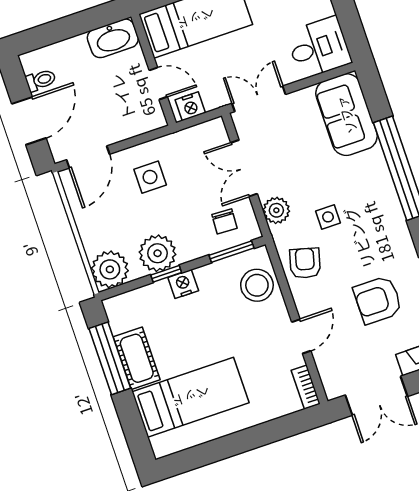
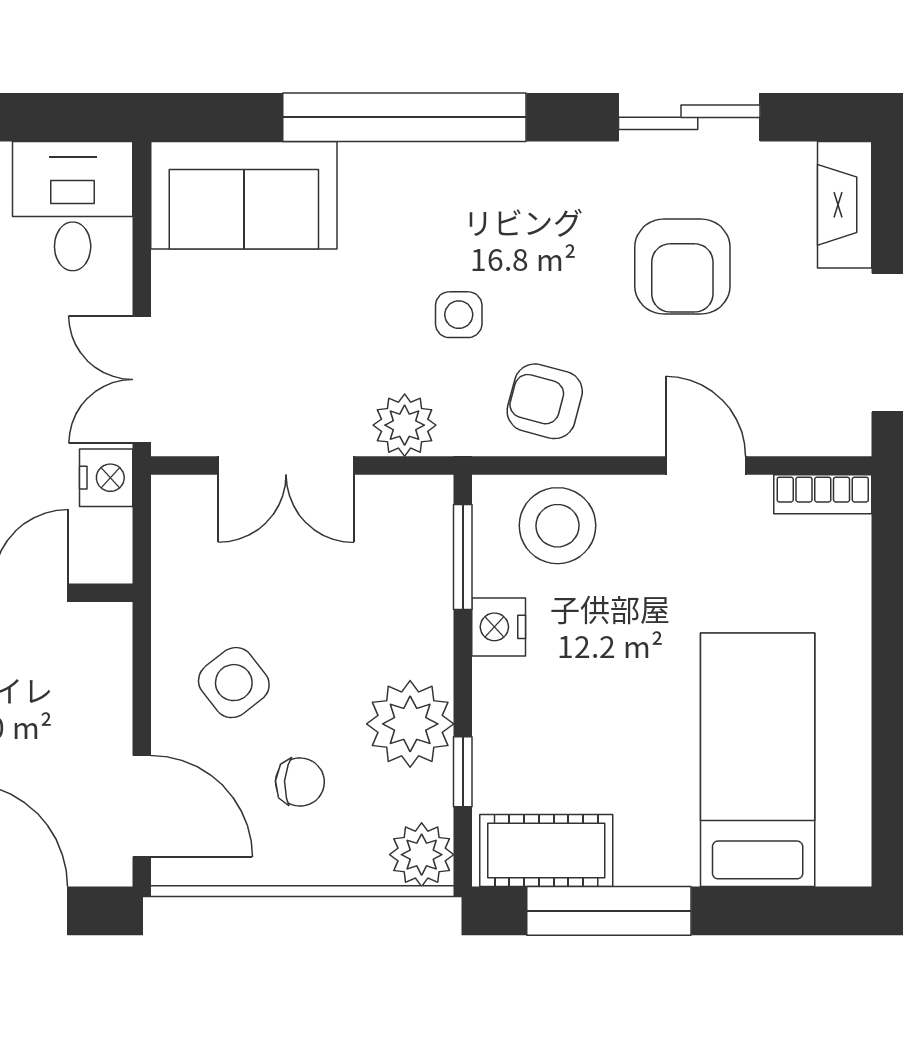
nightstand: (190, 106) -> (106, 478), moved
side table: (150, 177) -> (234, 683), turned -38
chair: (224, 221) -> (300, 782), moved
plant: (110, 269) -> (422, 855), width x0.73, depth x0.73
window: (166, 274) -> (463, 772), moved
nightstand: (183, 284) -> (499, 627), moved
cot: (137, 358) -> (546, 851), moved

